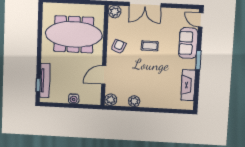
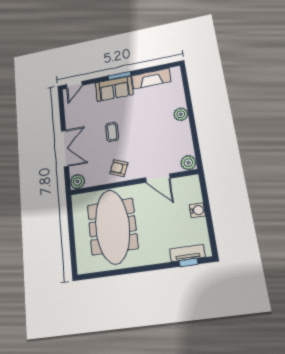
sofa: (188, 43) -> (114, 89), moved
tv unit: (45, 80) -> (187, 253), width x0.71
plant: (134, 101) -> (181, 114), moved

